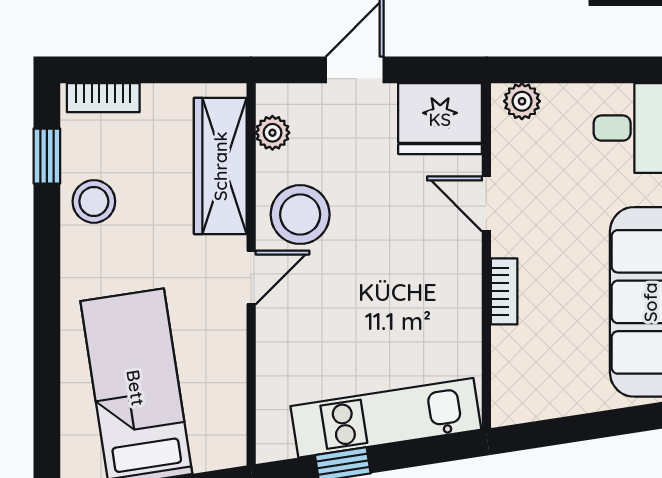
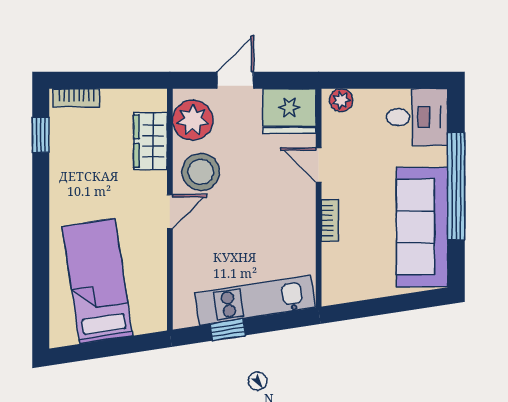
plant: (272, 133) -> (193, 120), width x1.88, depth x1.88
wardrobe: (220, 166) -> (150, 141), width x0.67
stool: (94, 201) -> (70, 164), removed

